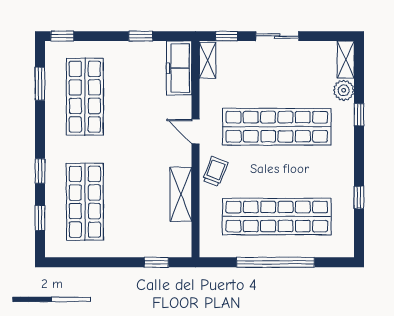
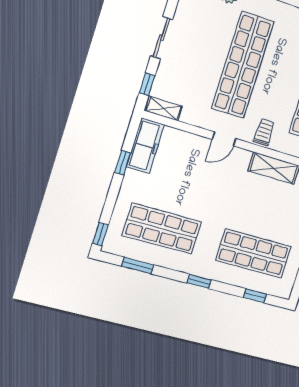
freezer: (179, 68) -> (145, 146), moved, turned -90
window: (40, 171) -> (199, 281), moved
trolley: (215, 172) -> (264, 132), turned 69

